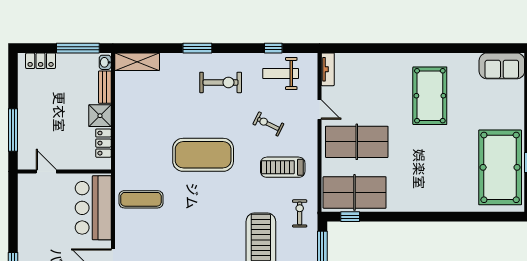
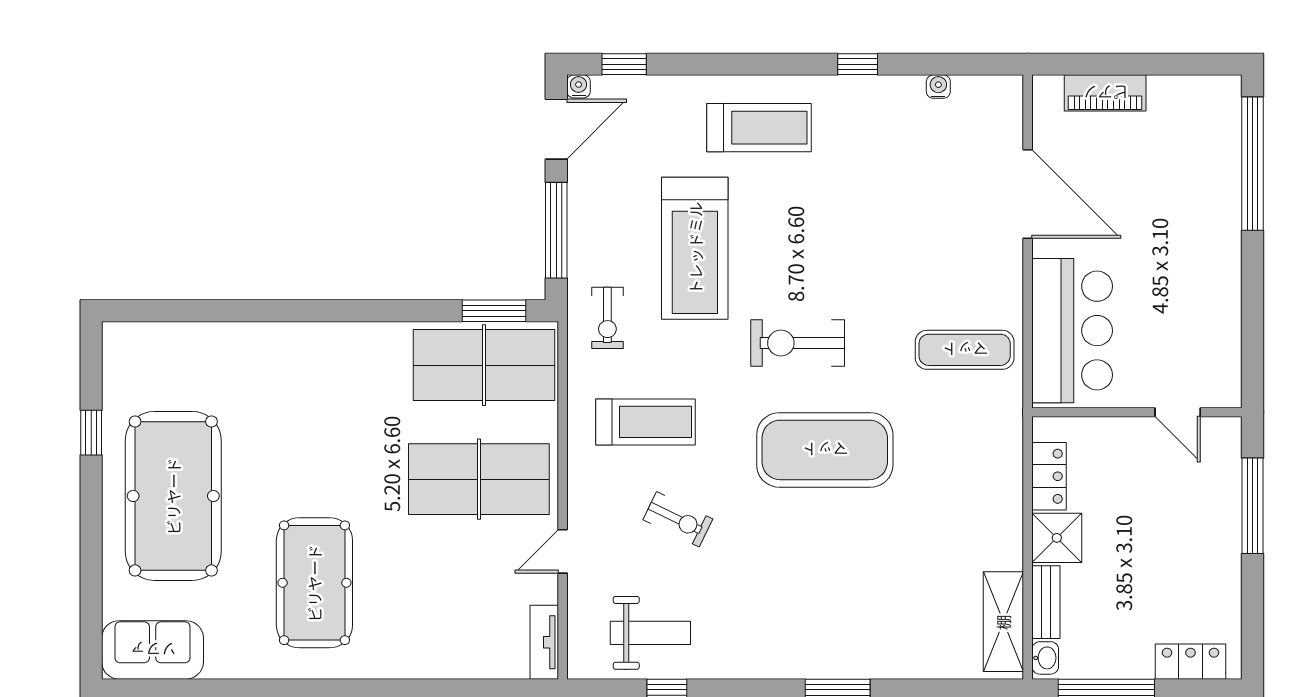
shelving: (137, 62) -> (1003, 622), moved, turned 90
exercise bike: (221, 82) -> (798, 343), moved
door: (320, 110) -> (563, 551), hinge flipped
pool table: (500, 167) -> (173, 496), moved
window: (350, 217) -> (494, 311), width x1.50

